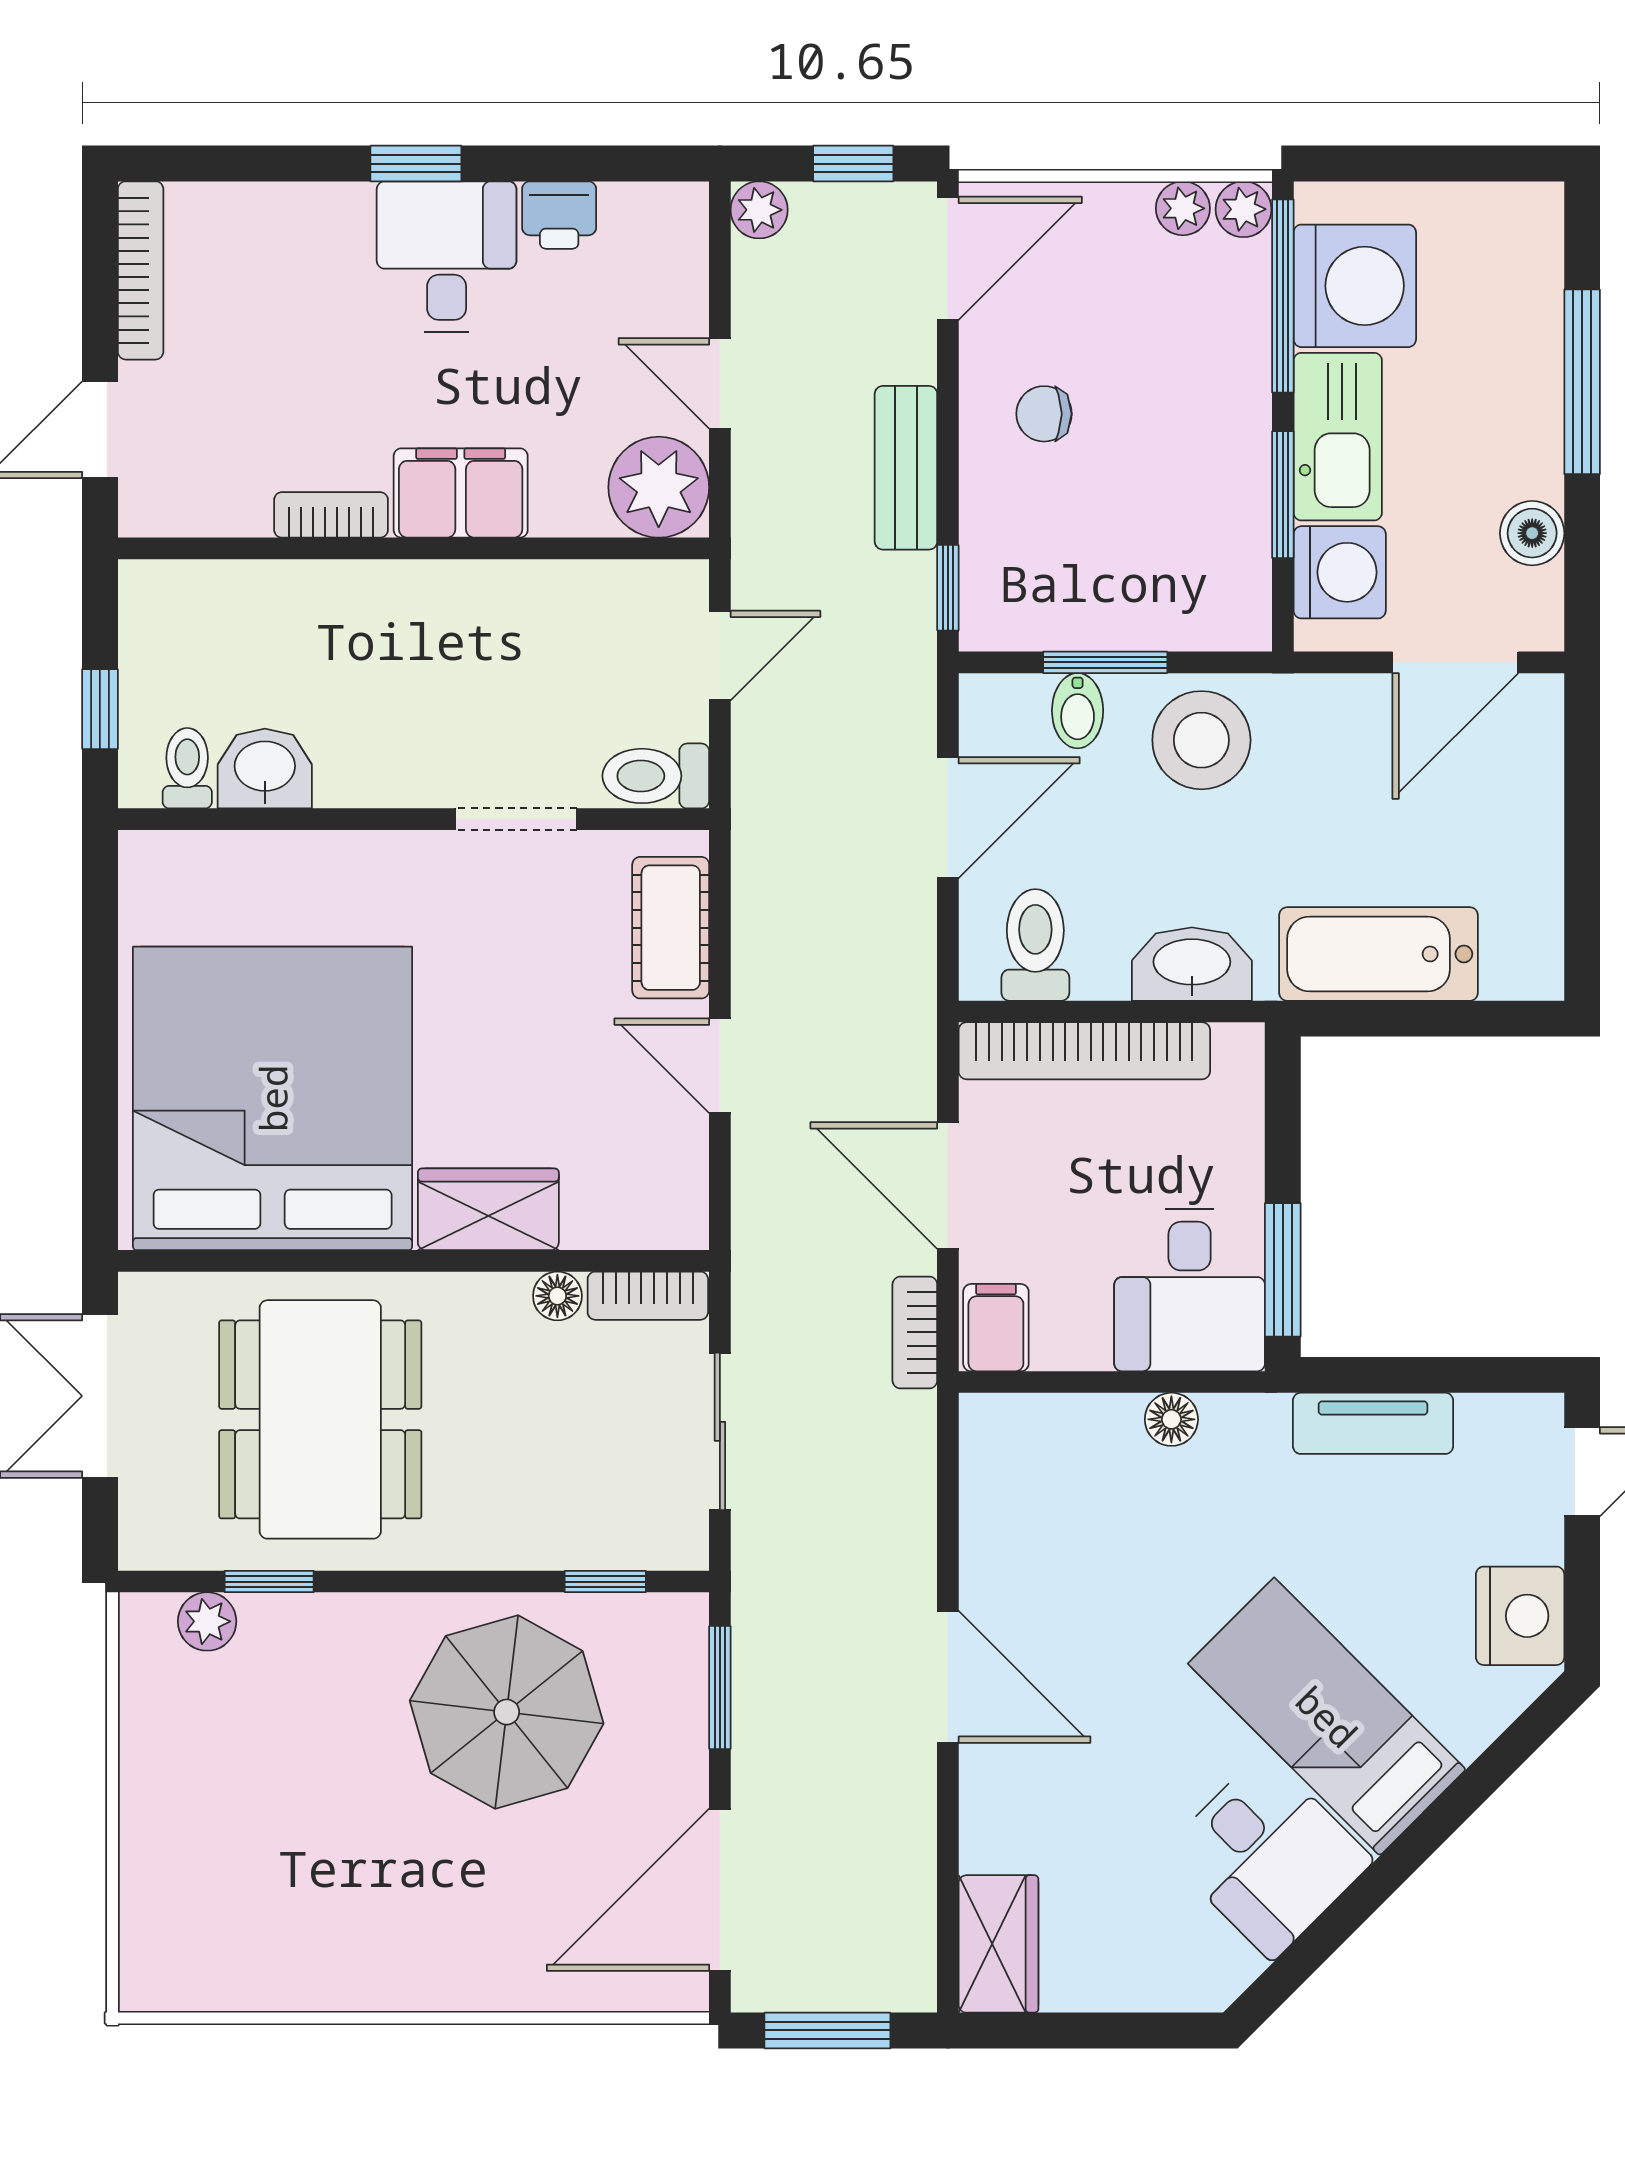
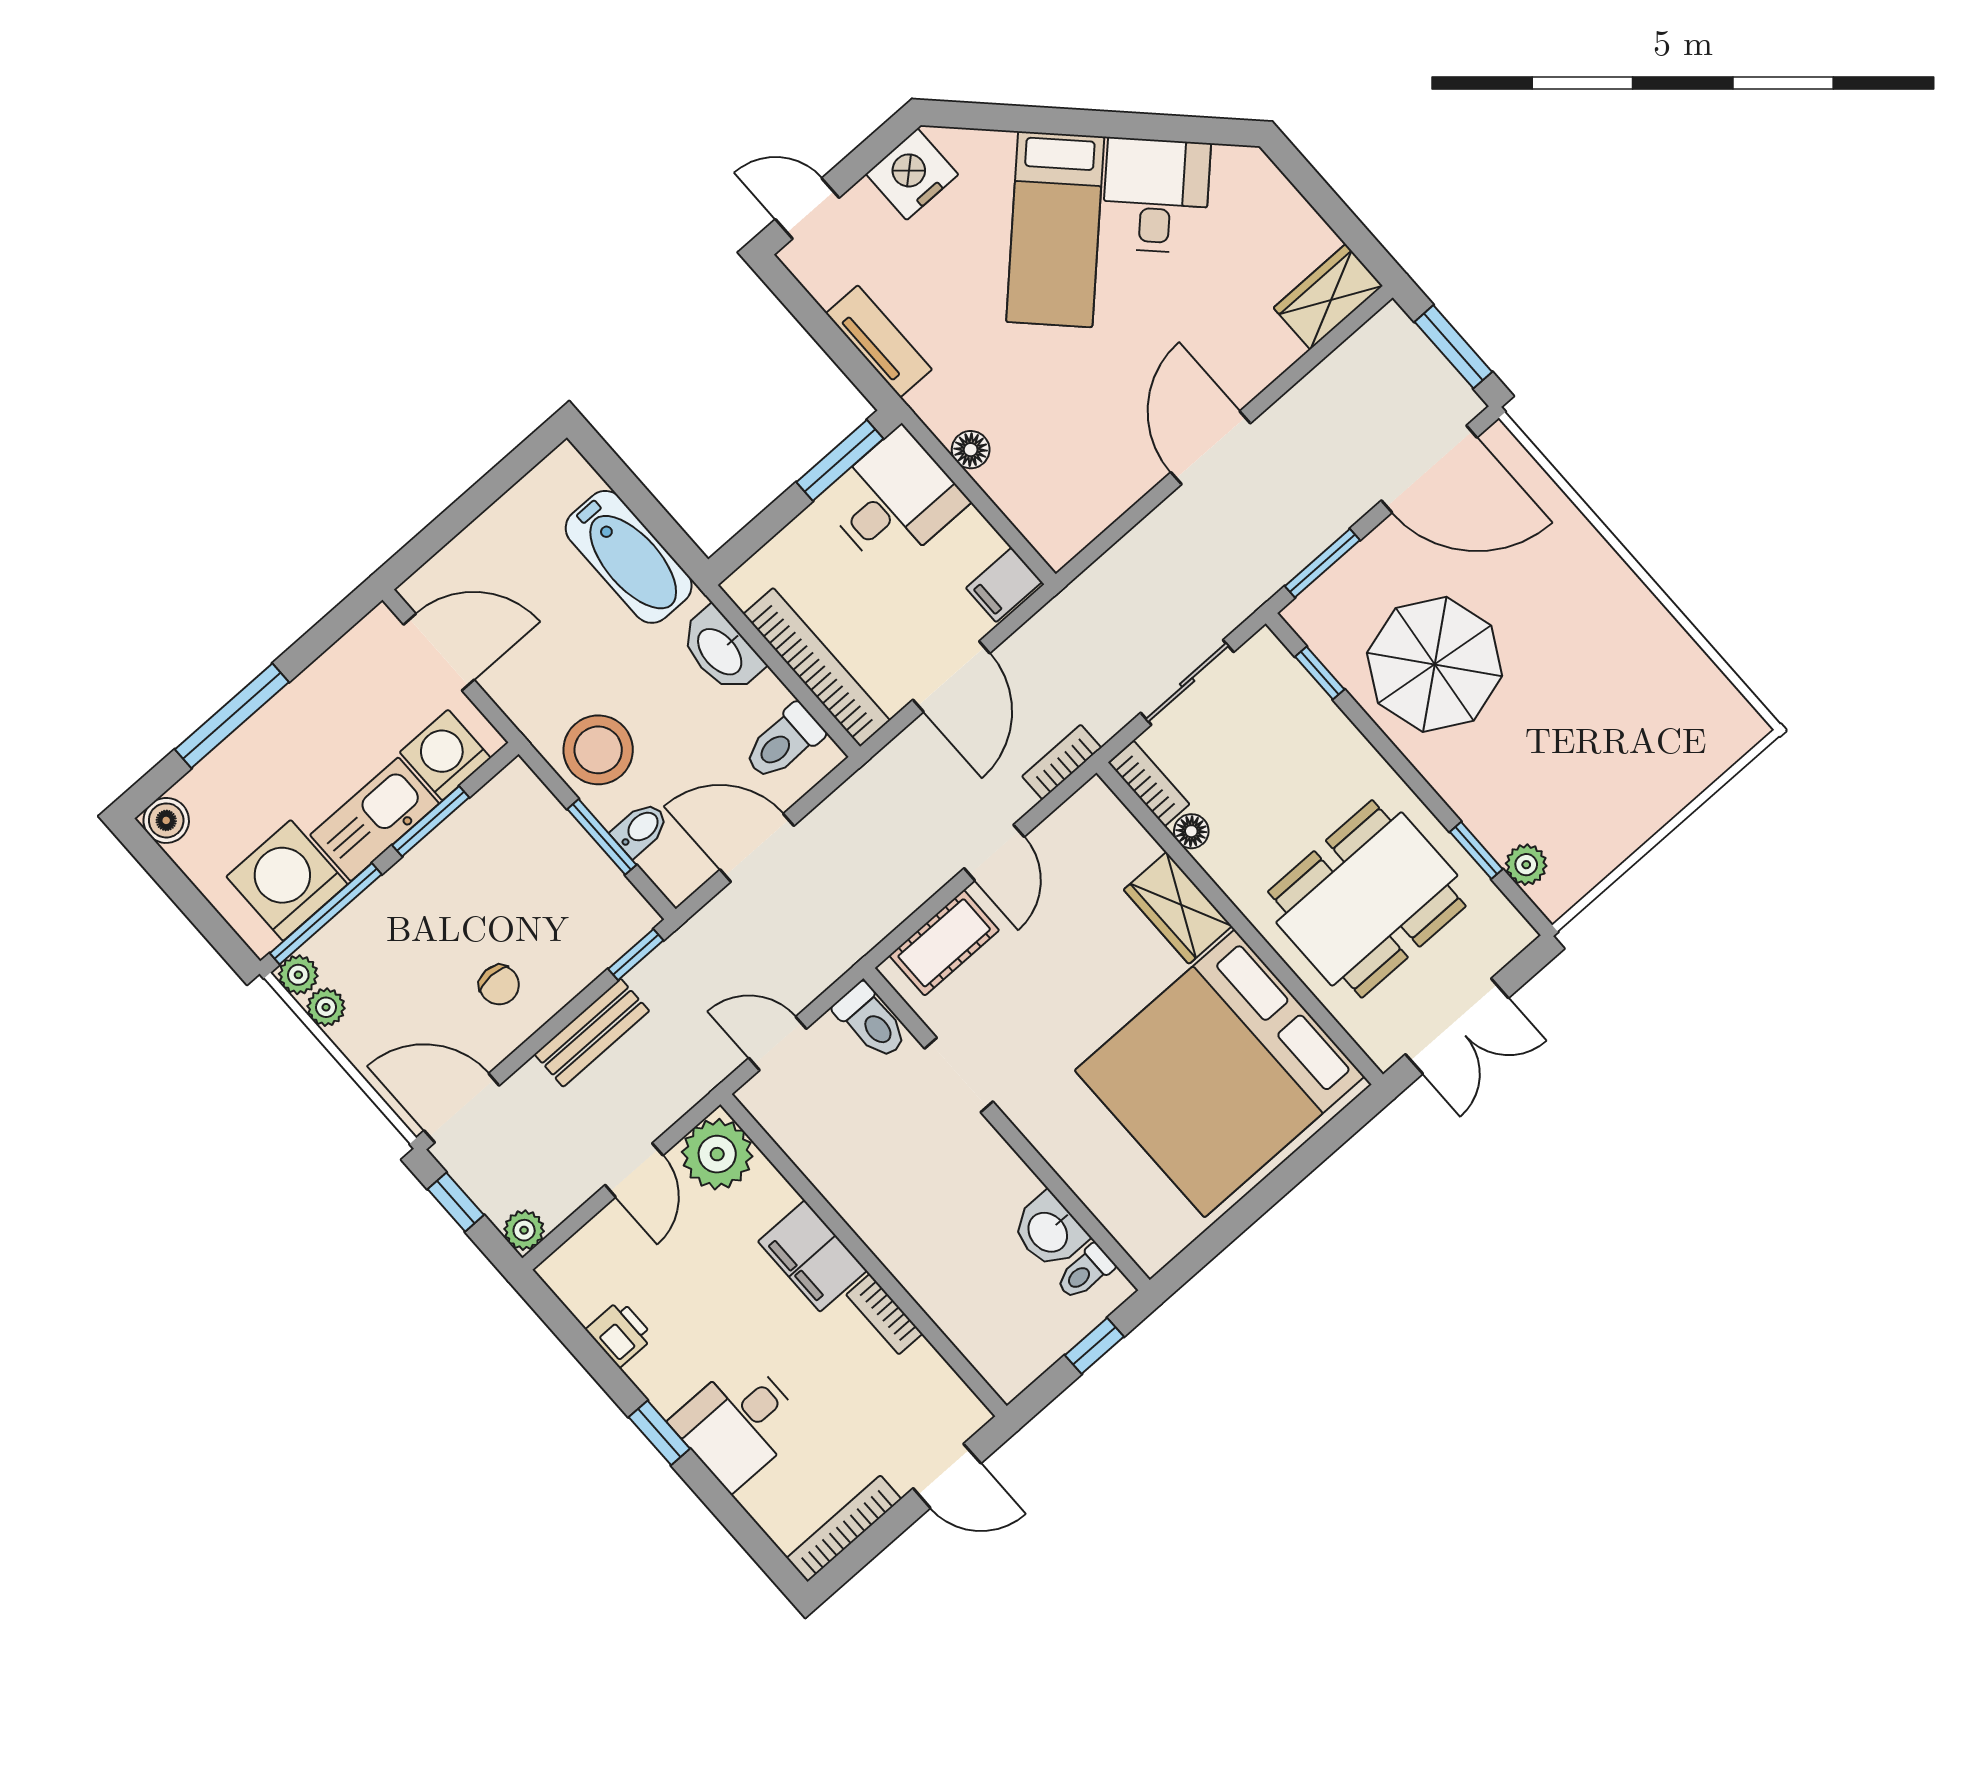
desk: (447, 257) -> (738, 1423), moved
boiler: (1532, 533) -> (166, 820), moved
bookcase: (915, 1332) -> (1062, 762), moved, turned 180

